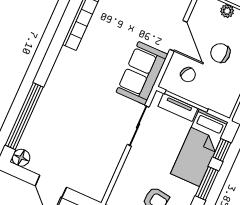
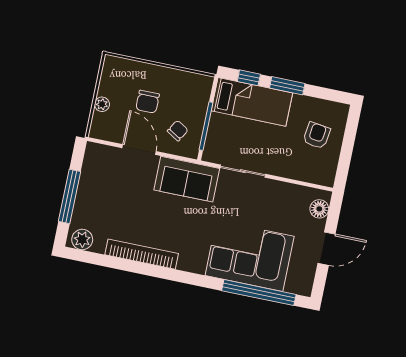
door: (178, 36) -> (139, 150), hinge flipped
tv unit: (178, 107) -> (214, 134), removed
corner sofa: (60, 115) -> (250, 256), added
floor lamp: (21, 158) -> (319, 209), moved

